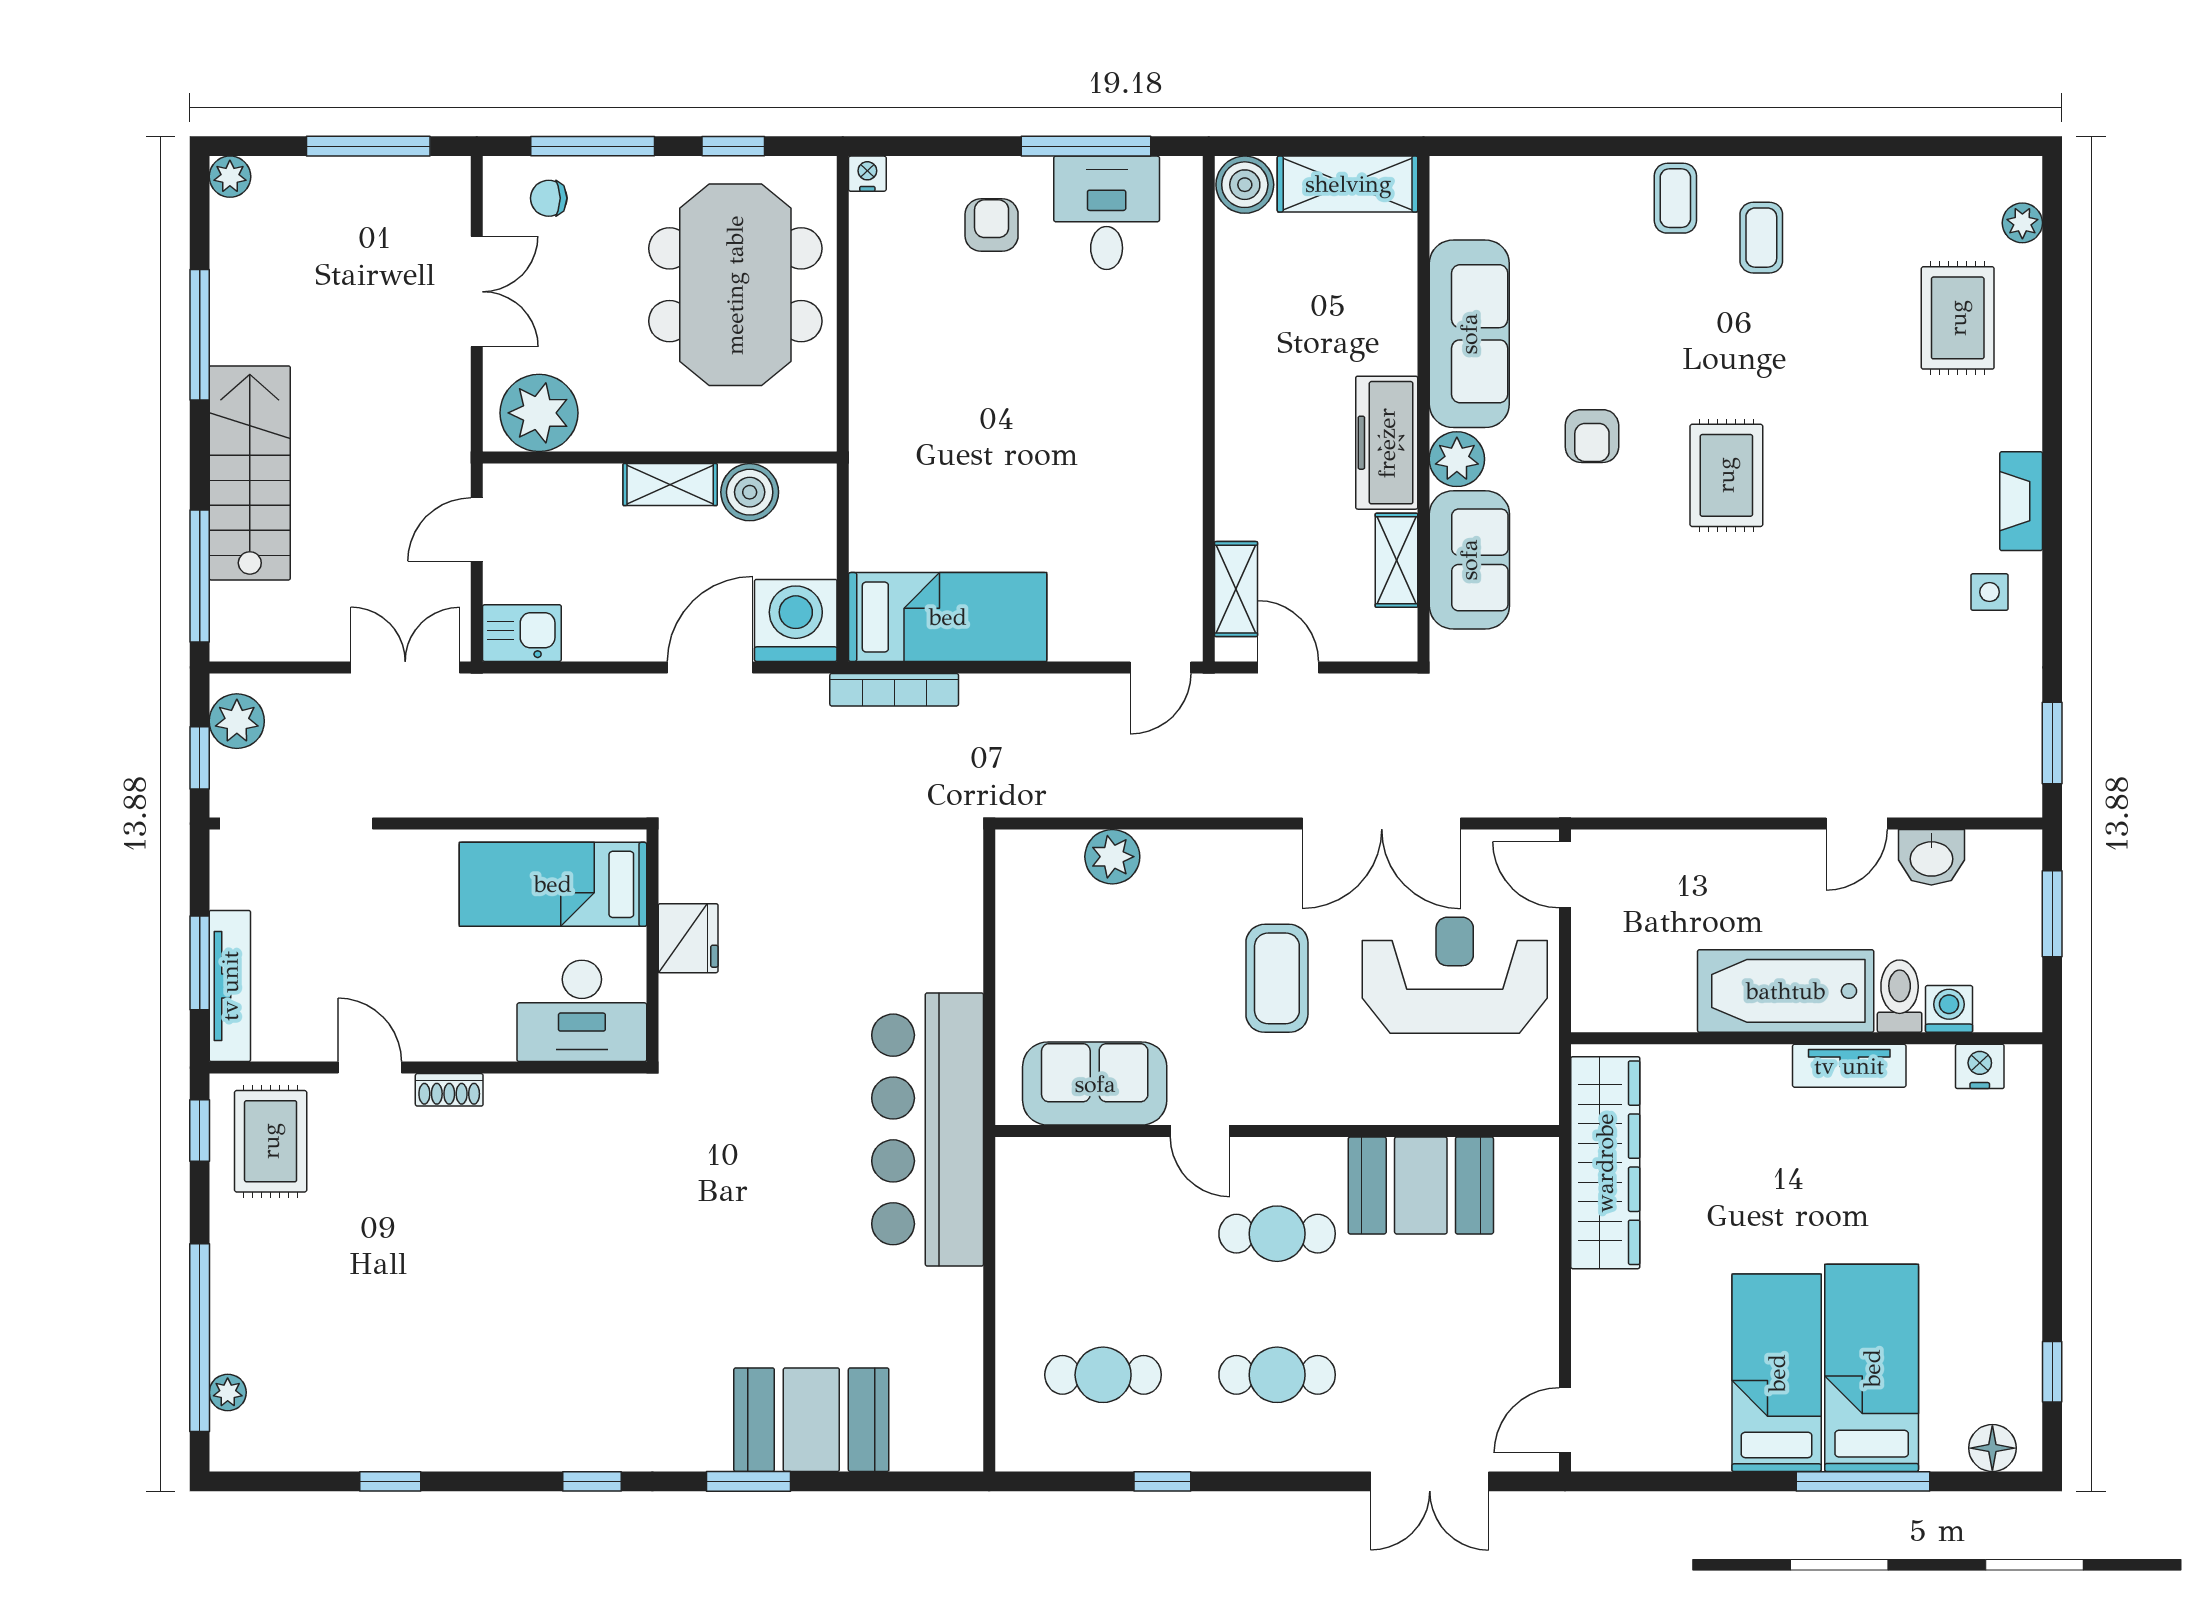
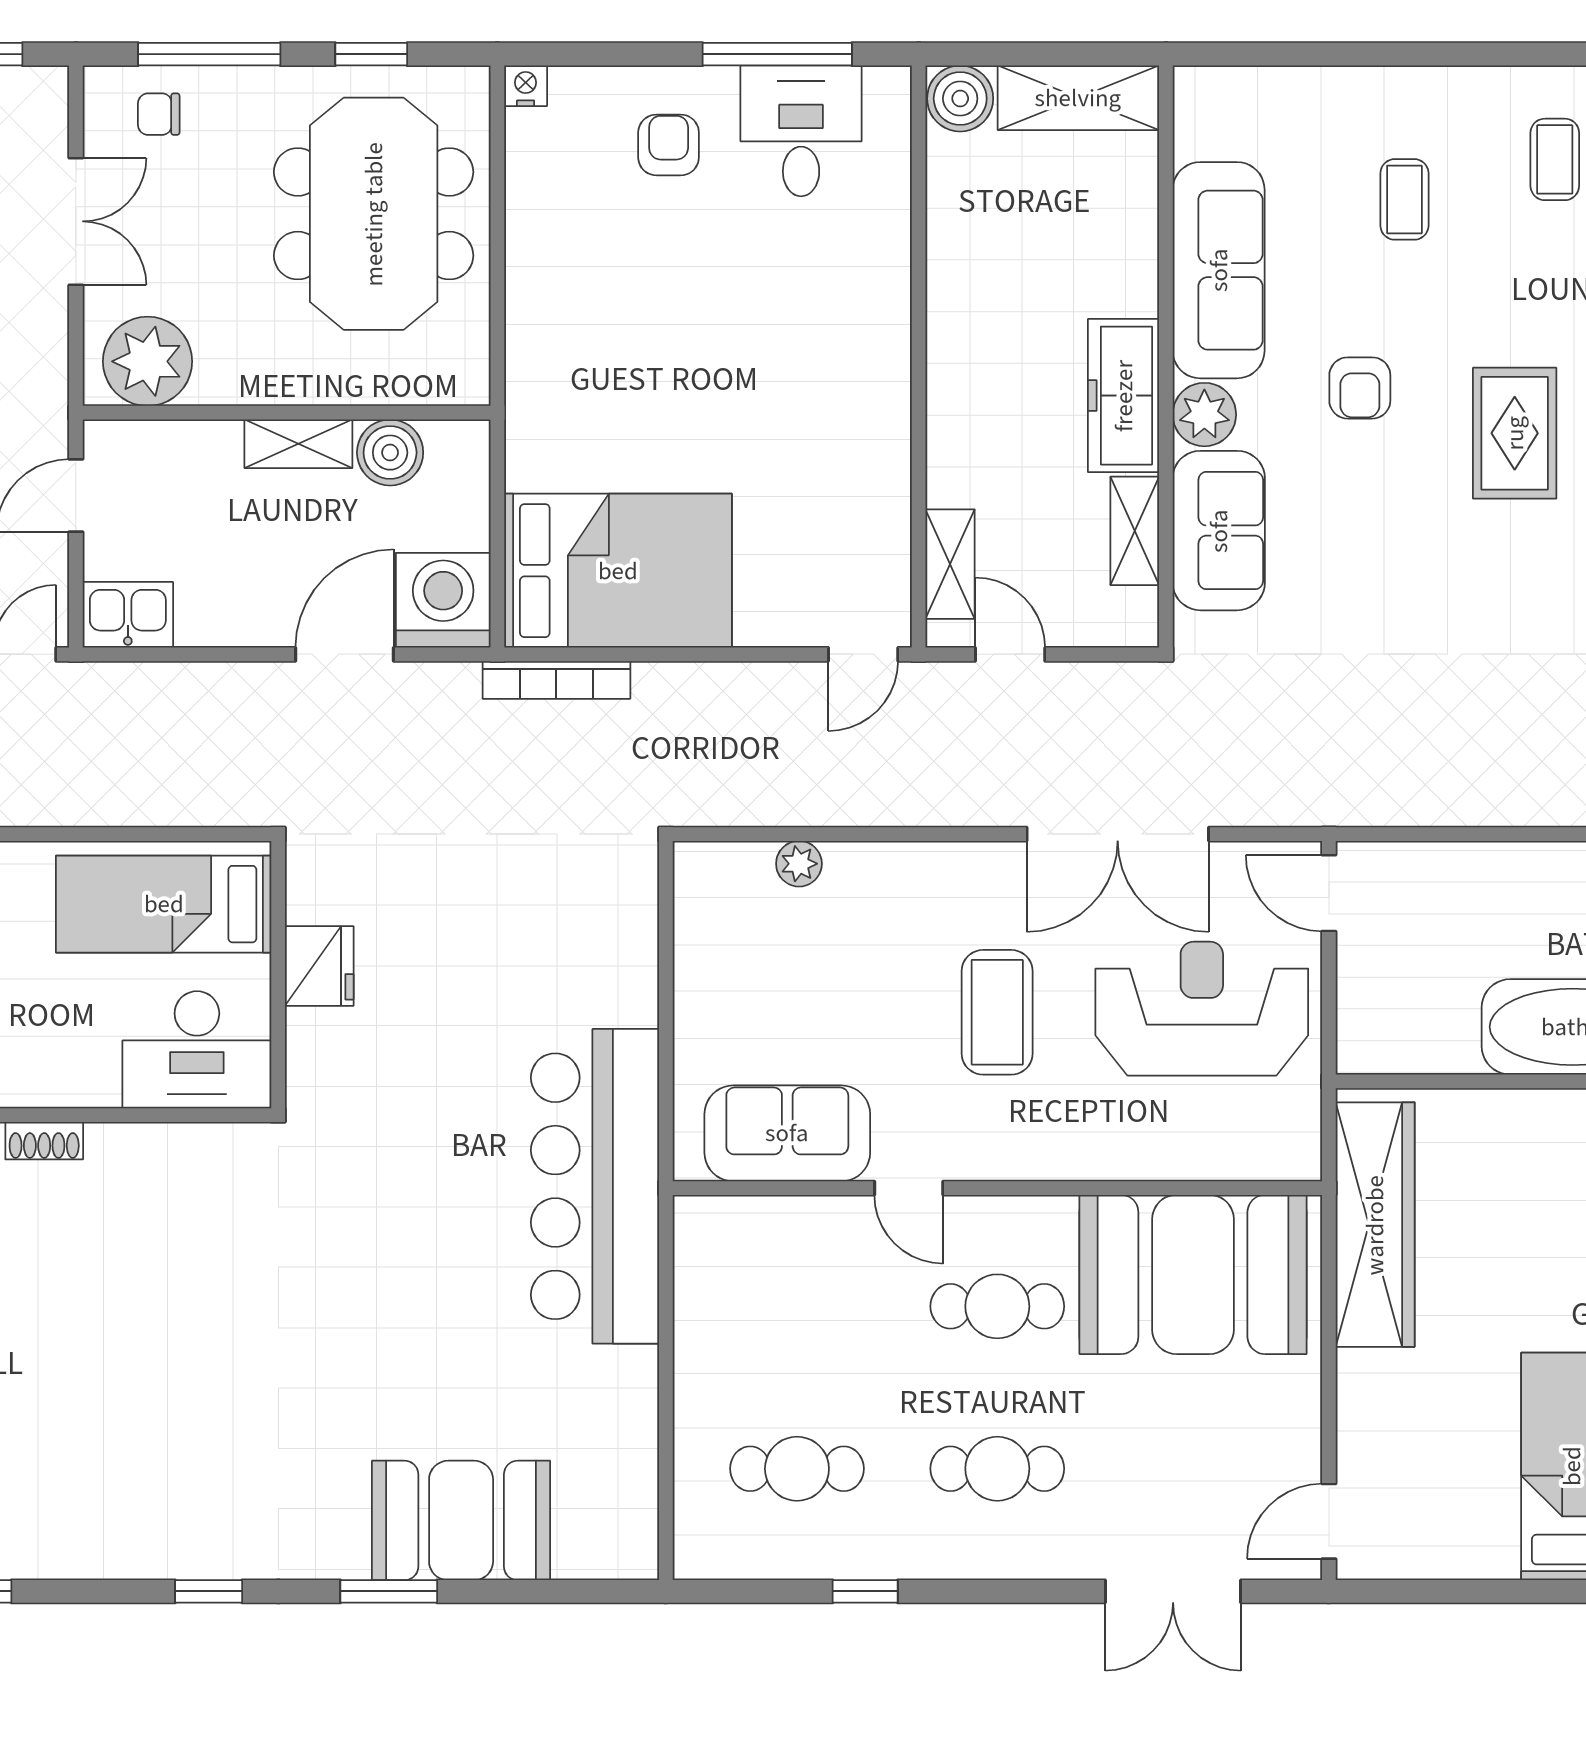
coffee table: (1675, 198) -> (1404, 199), moved
bed: (948, 617) -> (618, 571), width x1.50
plant: (1112, 857) -> (799, 864), width x0.73, depth x0.73
booth: (1421, 1185) -> (1193, 1274), width x1.36, depth x1.42

